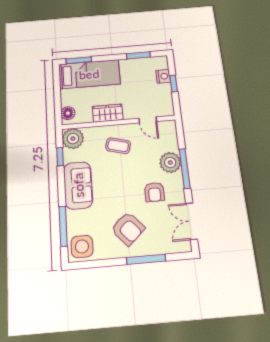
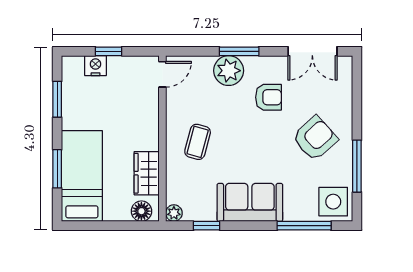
window: (79, 60) -> (57, 169), moved
wardrobe: (108, 113) -> (147, 173), moved
door: (148, 120) -> (162, 74), moved
plant: (73, 139) -> (174, 213), width x0.53, depth x0.53
window: (185, 168) -> (239, 51), width x0.69
window: (146, 259) -> (357, 166), moved

